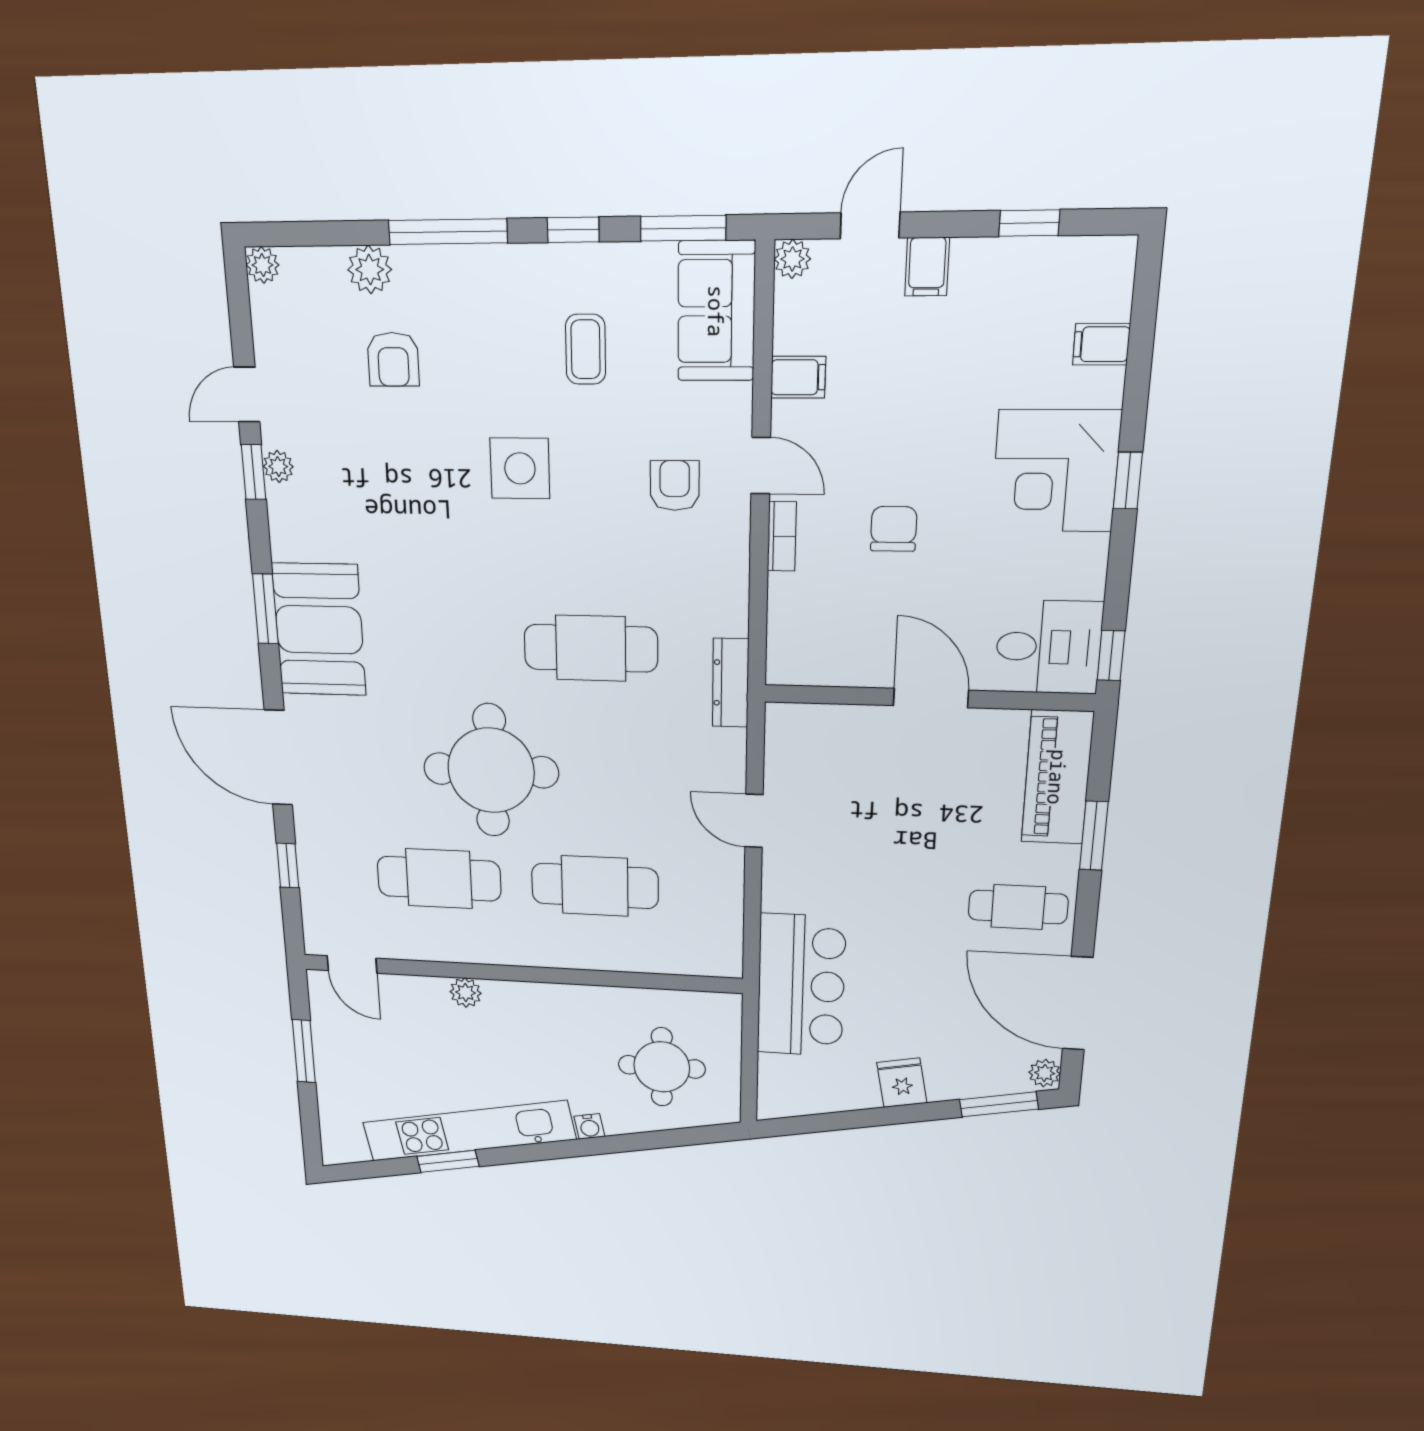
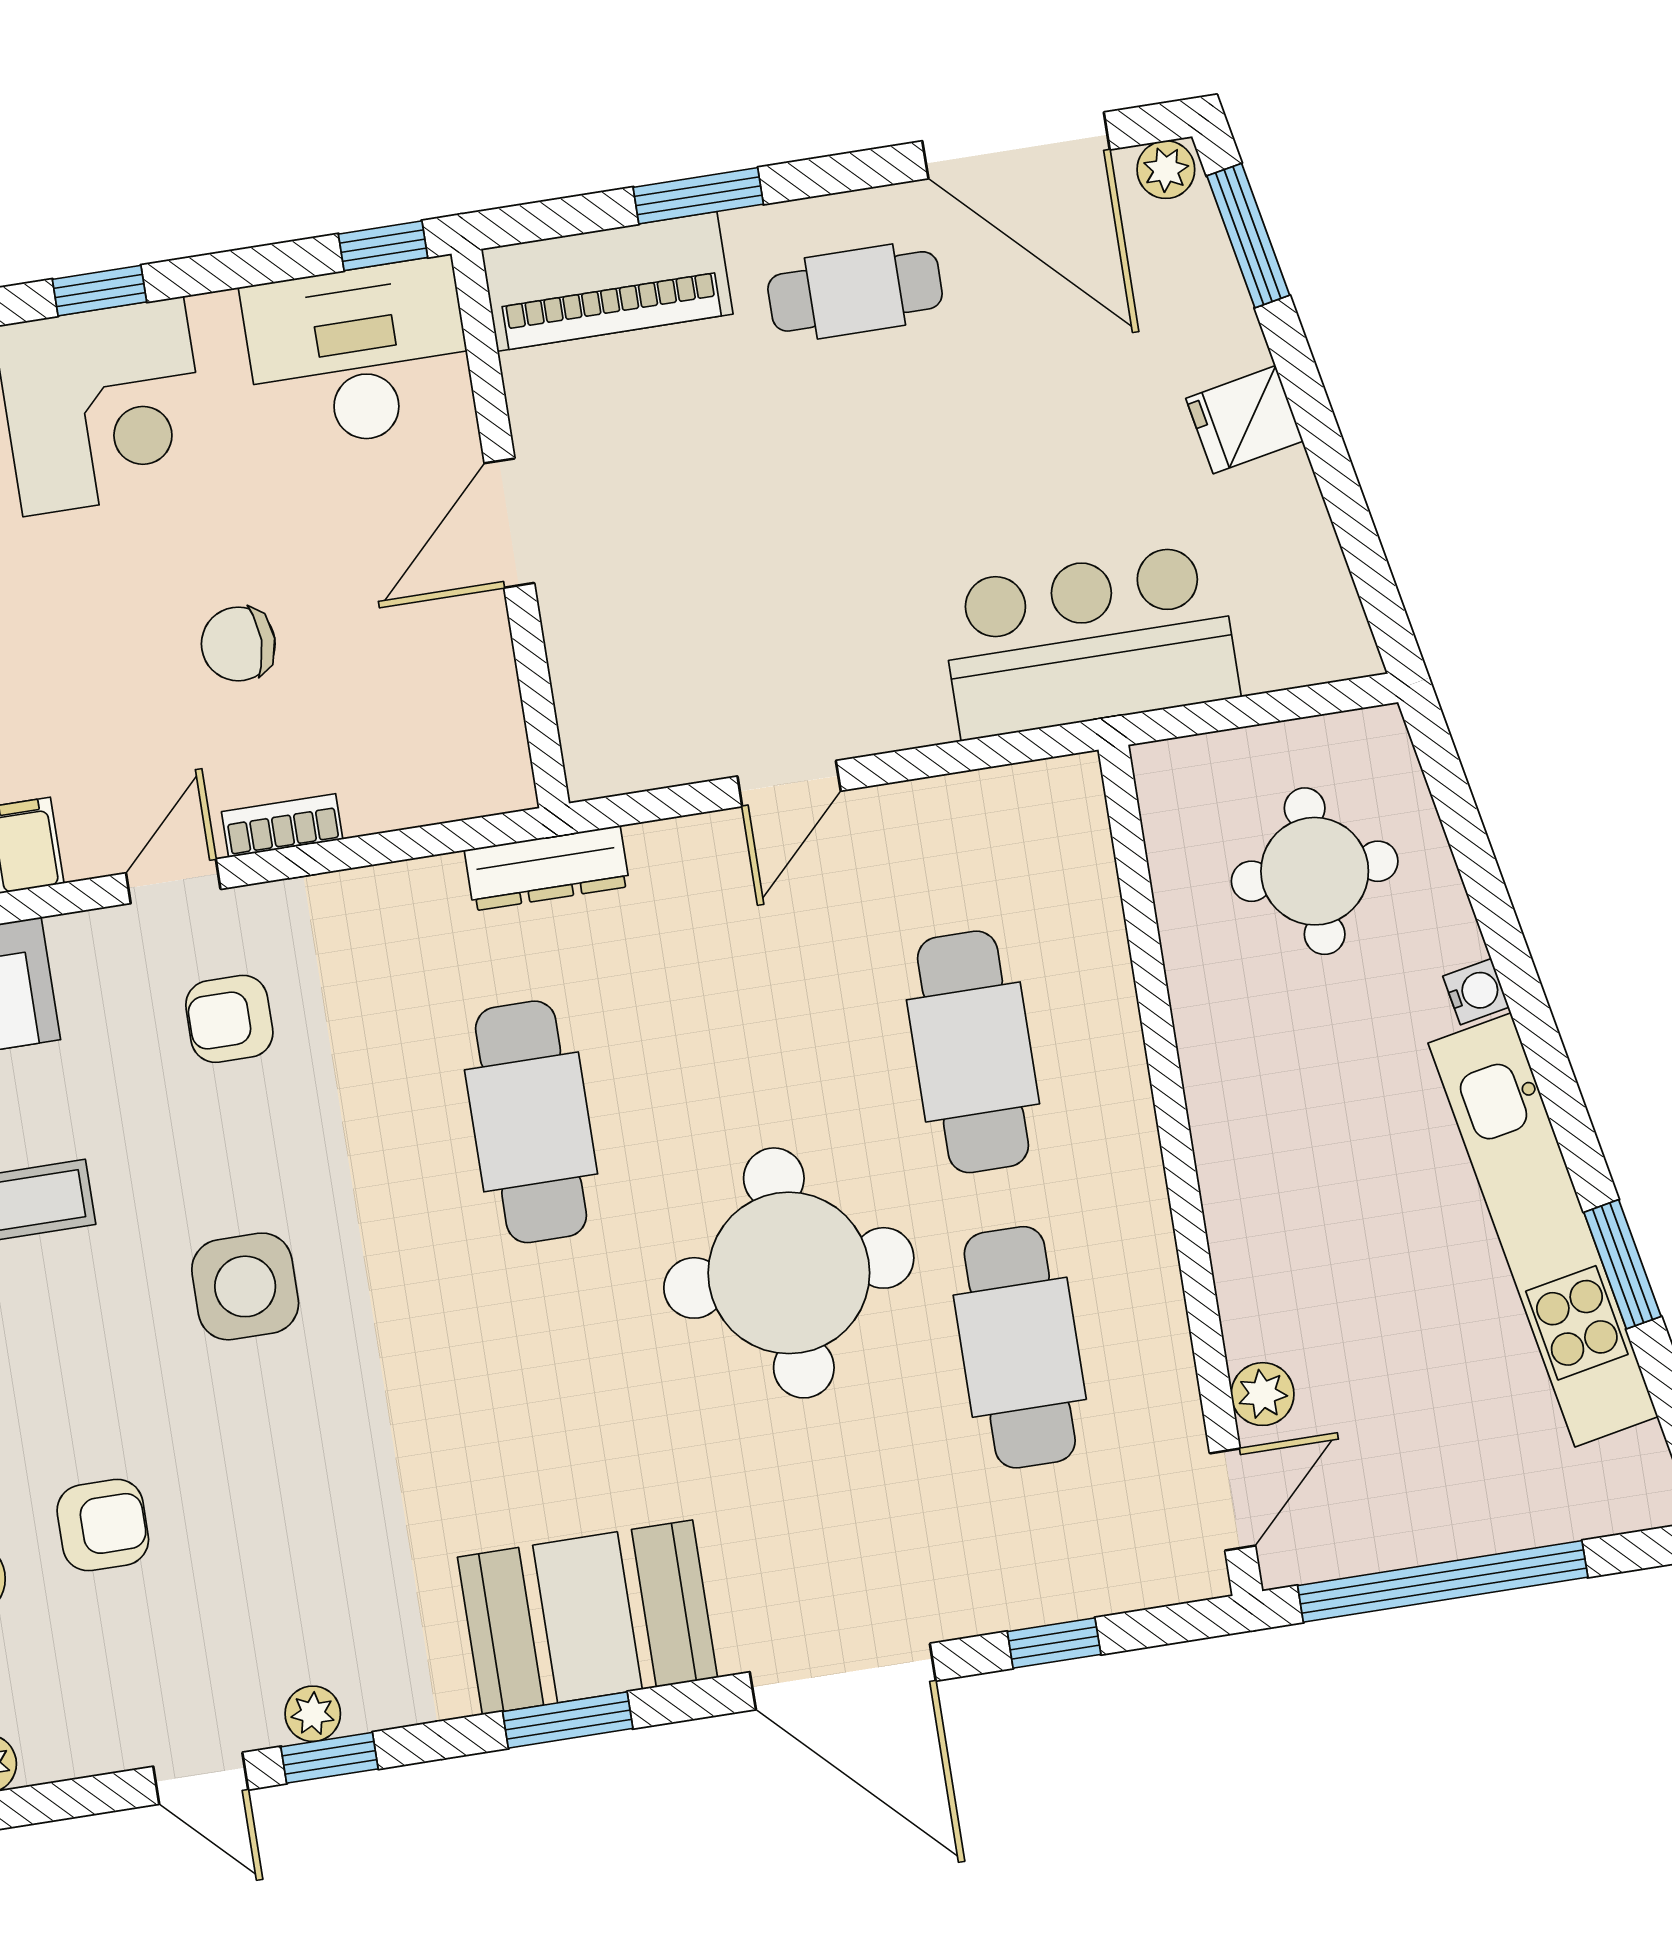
desk: (1048, 647) -> (358, 354), width x1.37
door: (278, 758) -> (843, 1676), hinge flipped
cafe table: (1018, 907) -> (855, 291), turned 90
plant: (466, 993) -> (1263, 1394), moved
door: (1078, 1004) -> (1016, 145), hinge flipped
window: (304, 1051) -> (1443, 1581), width x2.11

